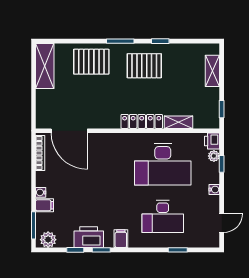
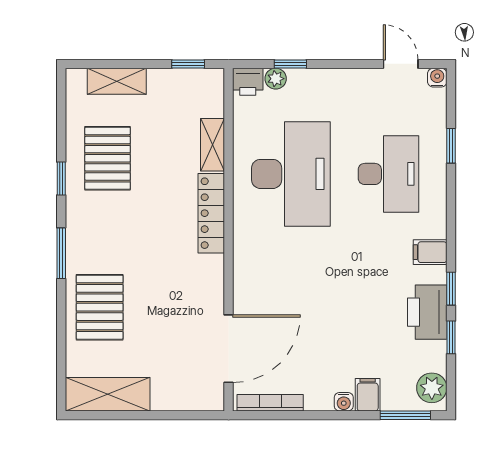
pallet: (144, 66) -> (108, 158), moved
water cooler: (214, 190) -> (437, 78), moved

